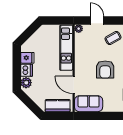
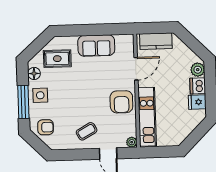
armchair: (105, 69) -> (121, 102), moved, turned 180
door: (74, 85) -> (136, 69), hinge flipped
sofa: (89, 104) -> (96, 46), moved

